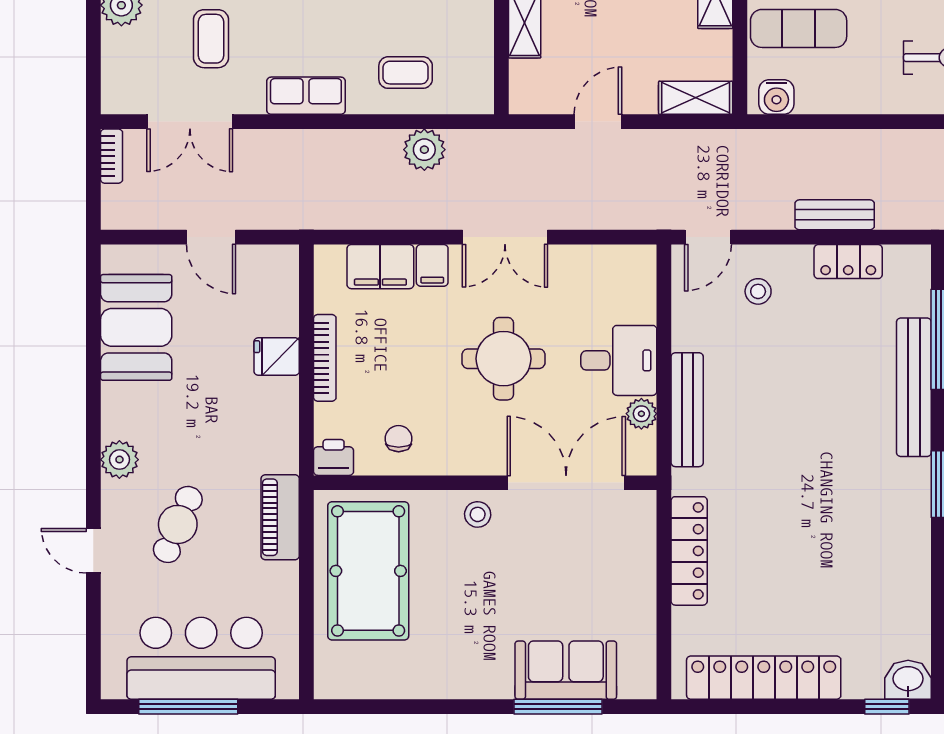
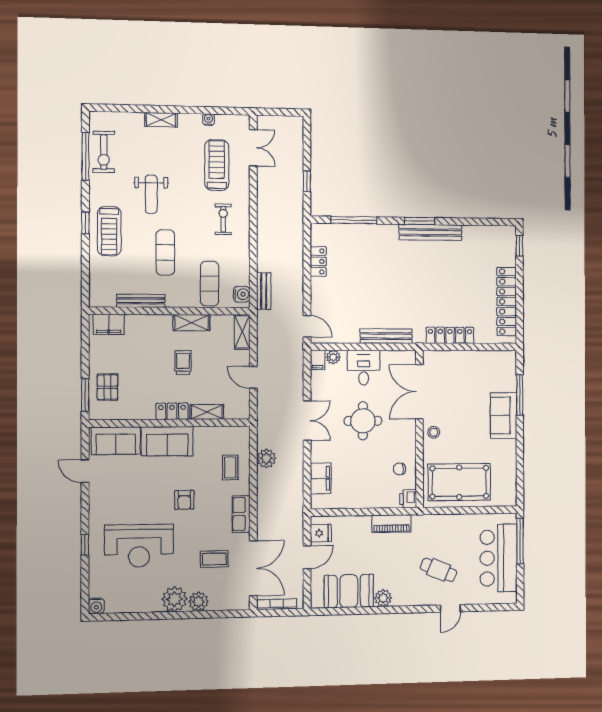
double door: (190, 122) -> (253, 568), width x1.37
bookcase: (112, 156) -> (277, 604), width x1.56
bench: (835, 215) -> (264, 291), moved
filing cabinet: (432, 265) -> (318, 360), moved, turned 90
stool: (758, 291) -> (332, 303), removed
fridge: (277, 356) -> (321, 533), moved, turned -90
bookcase: (325, 358) -> (363, 503), removed
bench: (914, 387) -> (430, 232), moved
plant: (641, 414) -> (333, 357), moved
plant: (119, 460) -> (383, 598), moved
piano: (280, 517) -> (391, 524), moved
sofa: (566, 670) -> (504, 415), moved
washbasin: (908, 680) -> (507, 236), removed
window: (188, 707) -> (520, 541), moved

